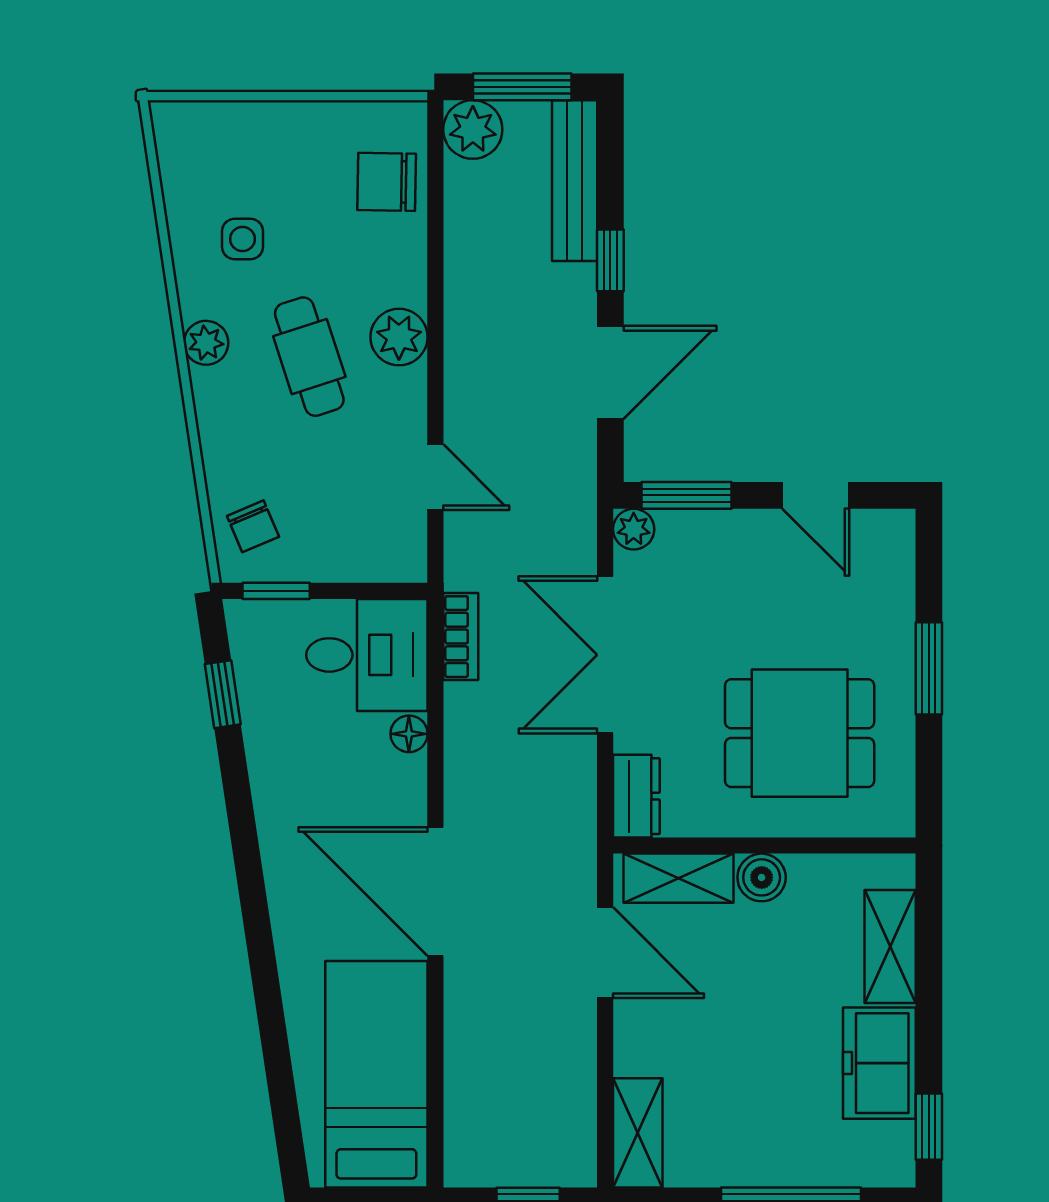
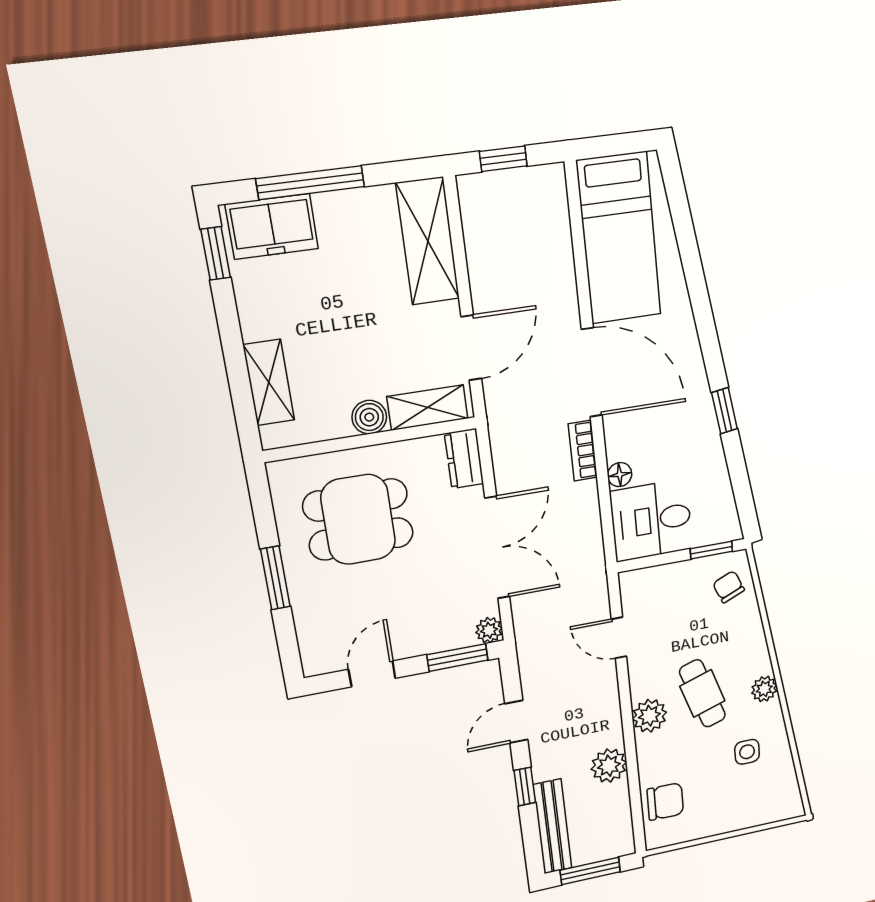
plant: (473, 130) -> (609, 766), moved
door: (610, 372) -> (516, 722), width x0.73
door: (816, 495) -> (372, 674), hinge flipped
bookcase: (461, 637) -> (583, 451), moved
window: (223, 694) -> (724, 411), moved
door: (605, 953) -> (471, 348), swing flipped
freezer: (879, 1063) -> (272, 227), moved, turned 90
shelving: (638, 1133) -> (428, 241), width x1.50, depth x1.33

